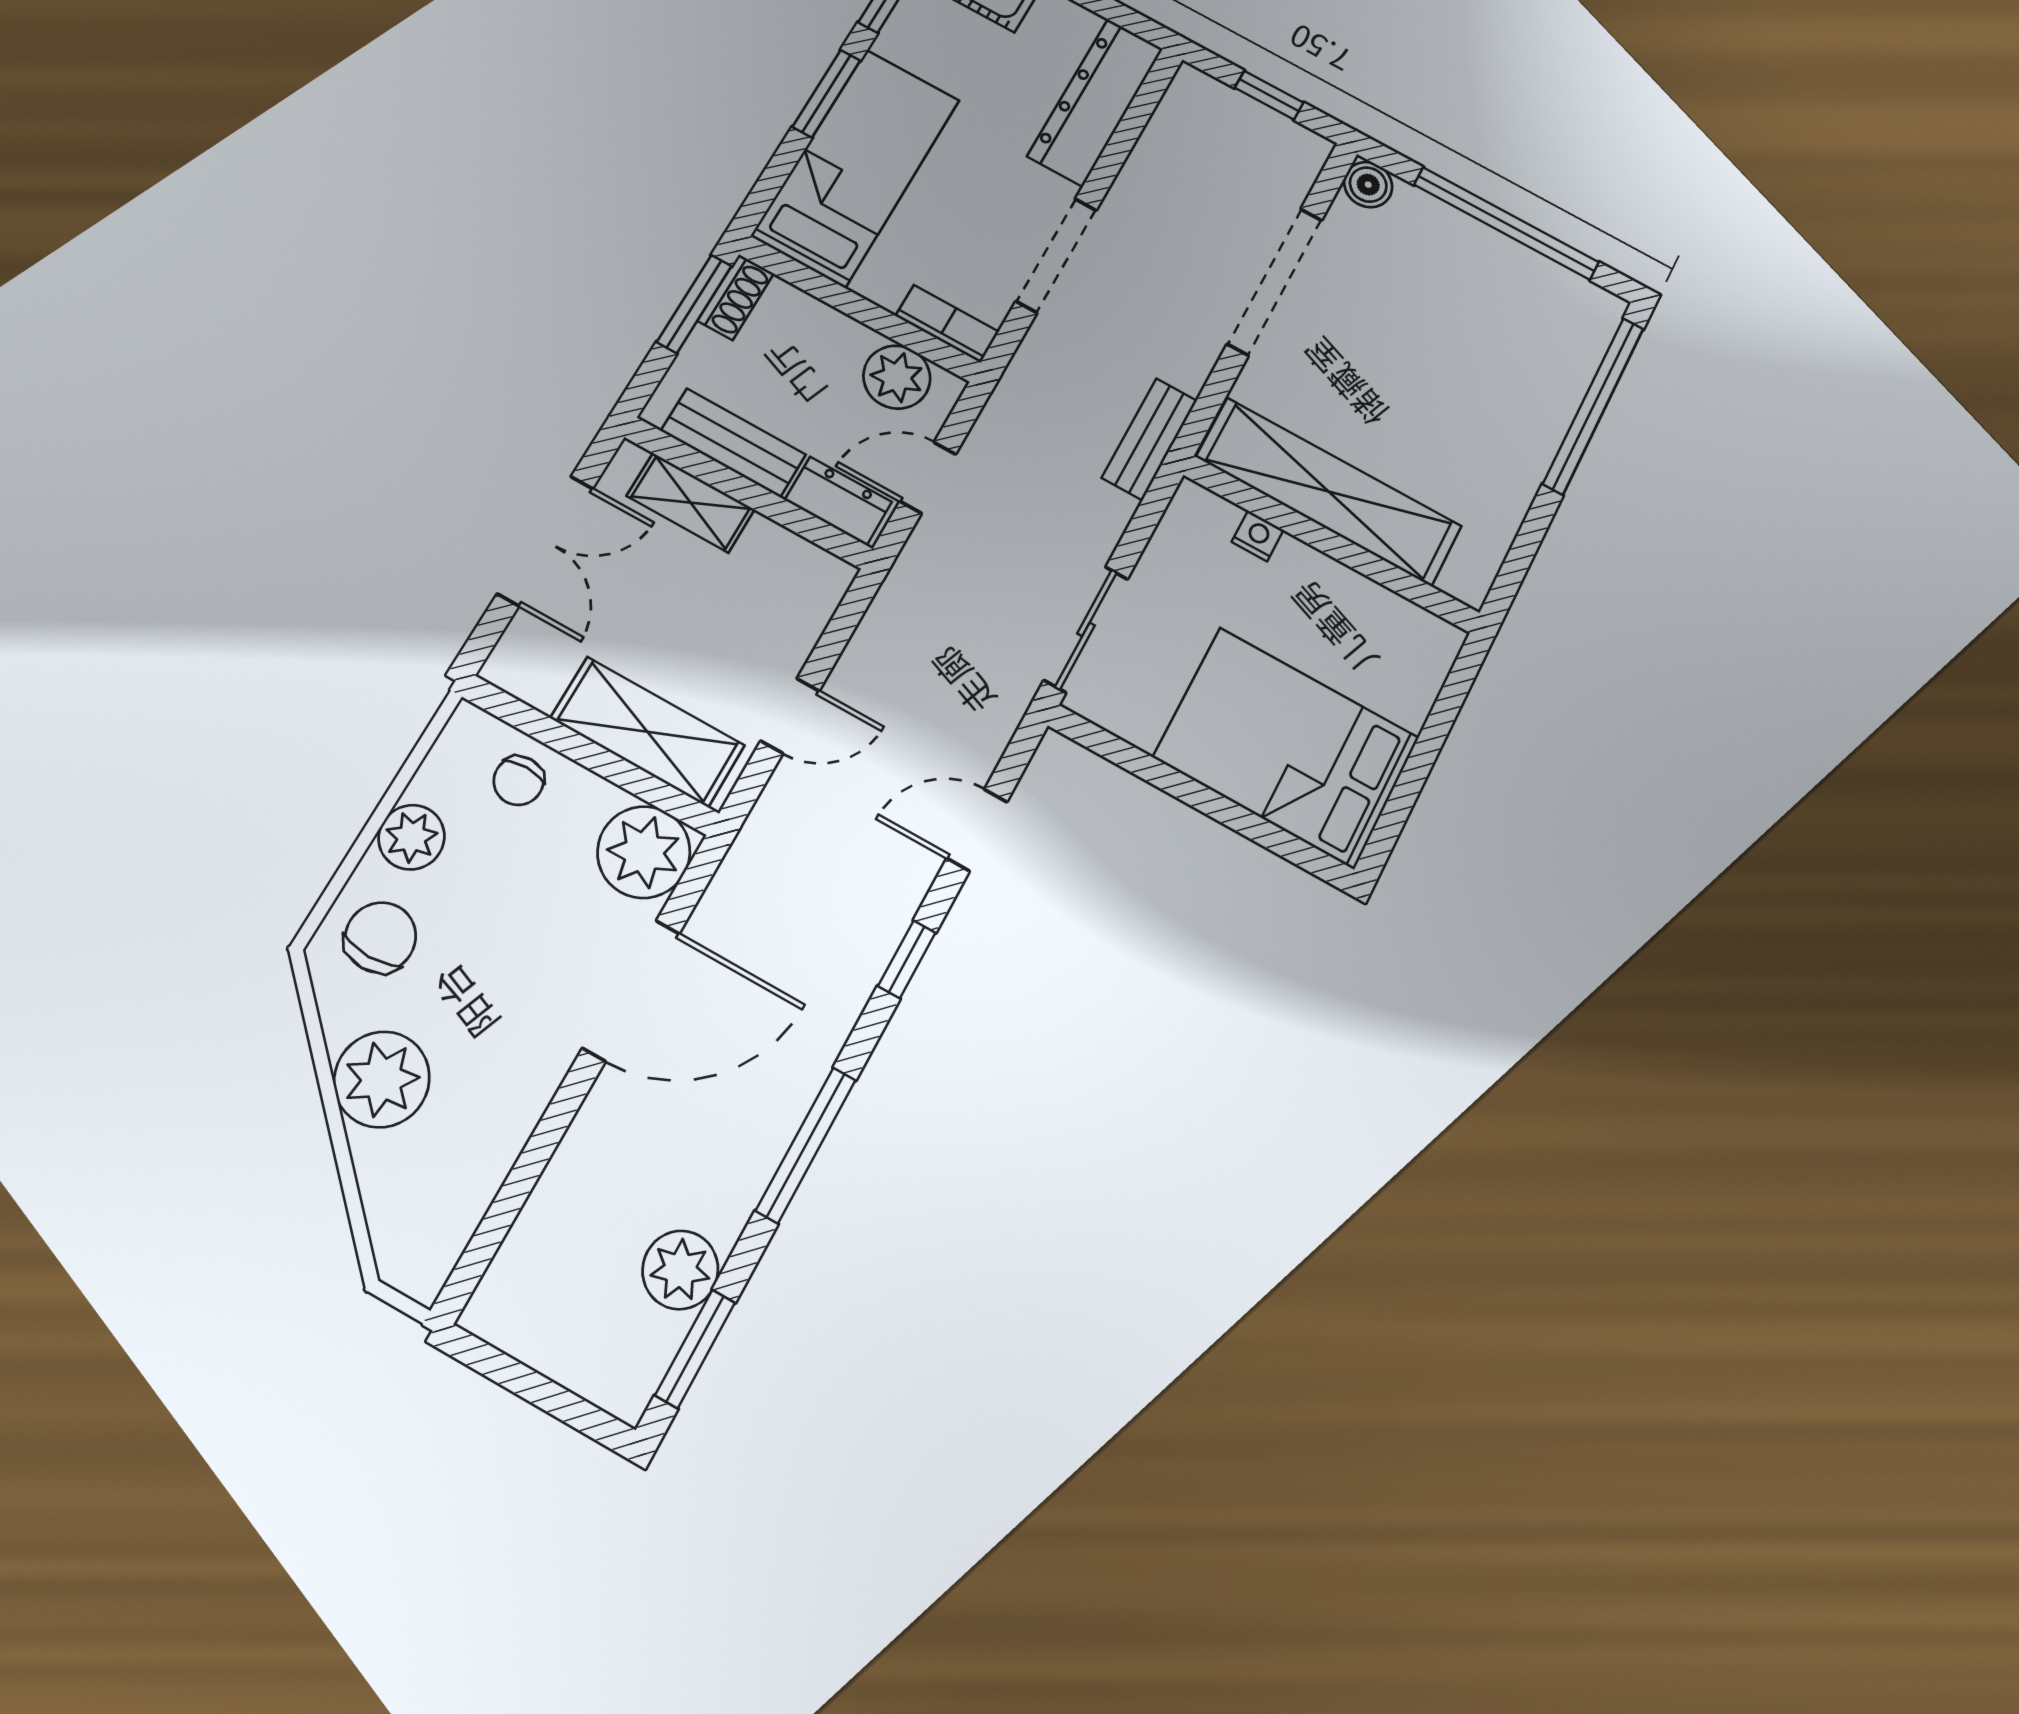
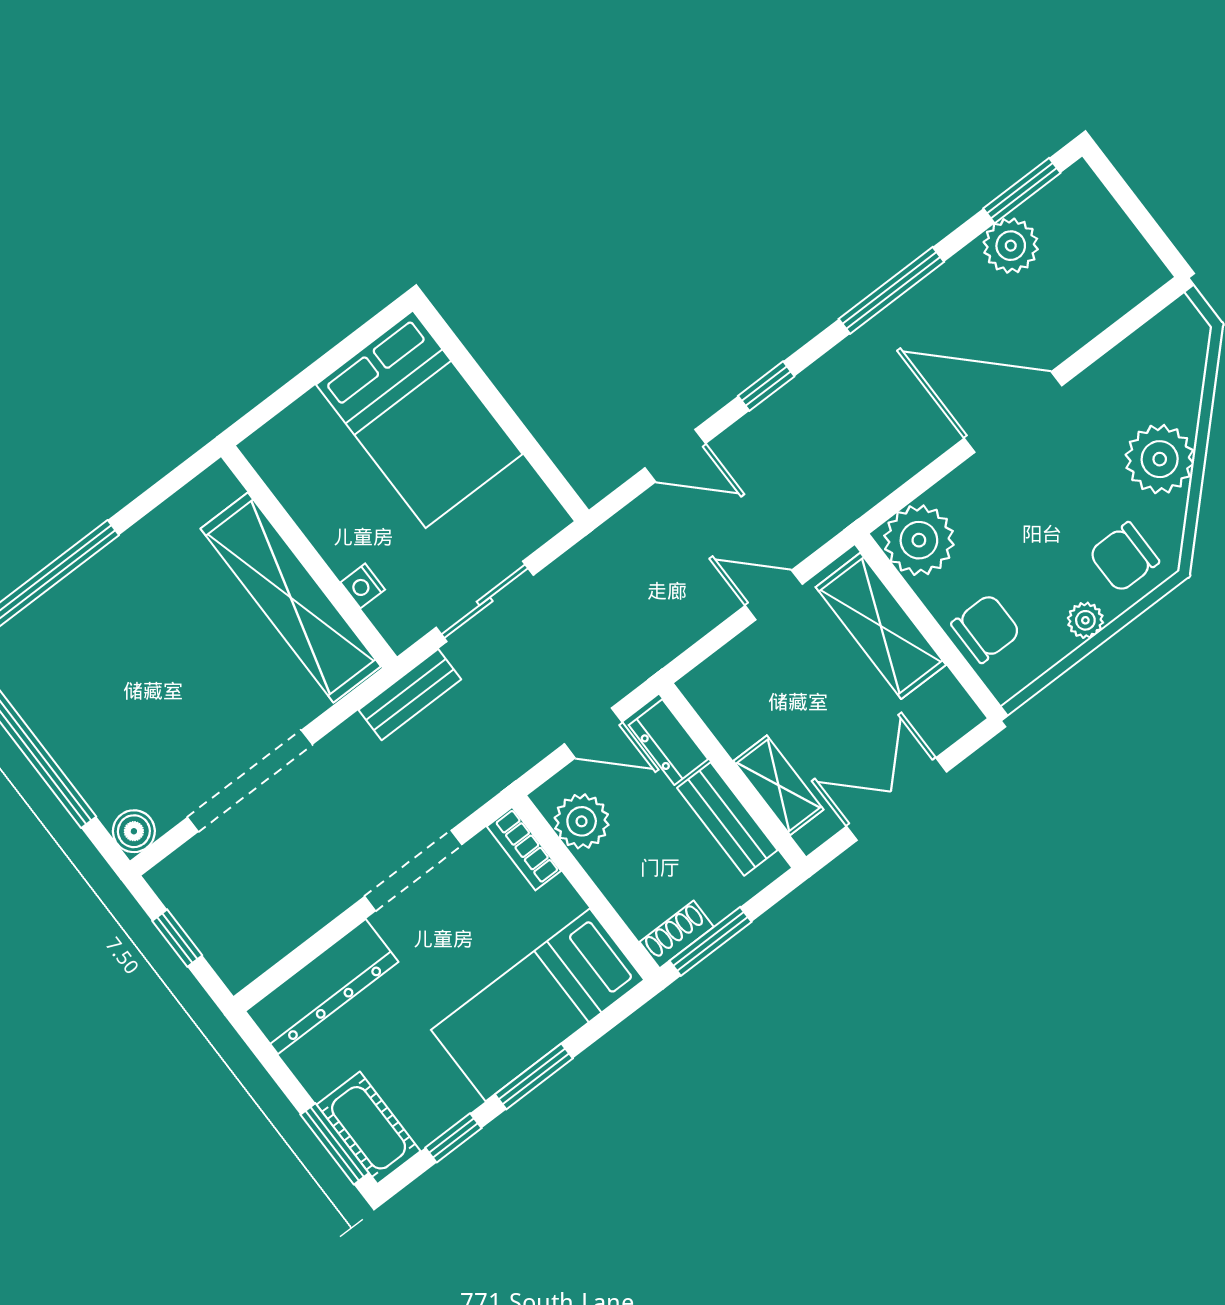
sliding door: (1086, 629) -> (485, 601), moved
chair: (519, 781) -> (986, 628), width x1.37, depth x1.37
plant: (411, 837) -> (1085, 620), width x0.73, depth x0.73
door: (631, 990) -> (1013, 412), moved

